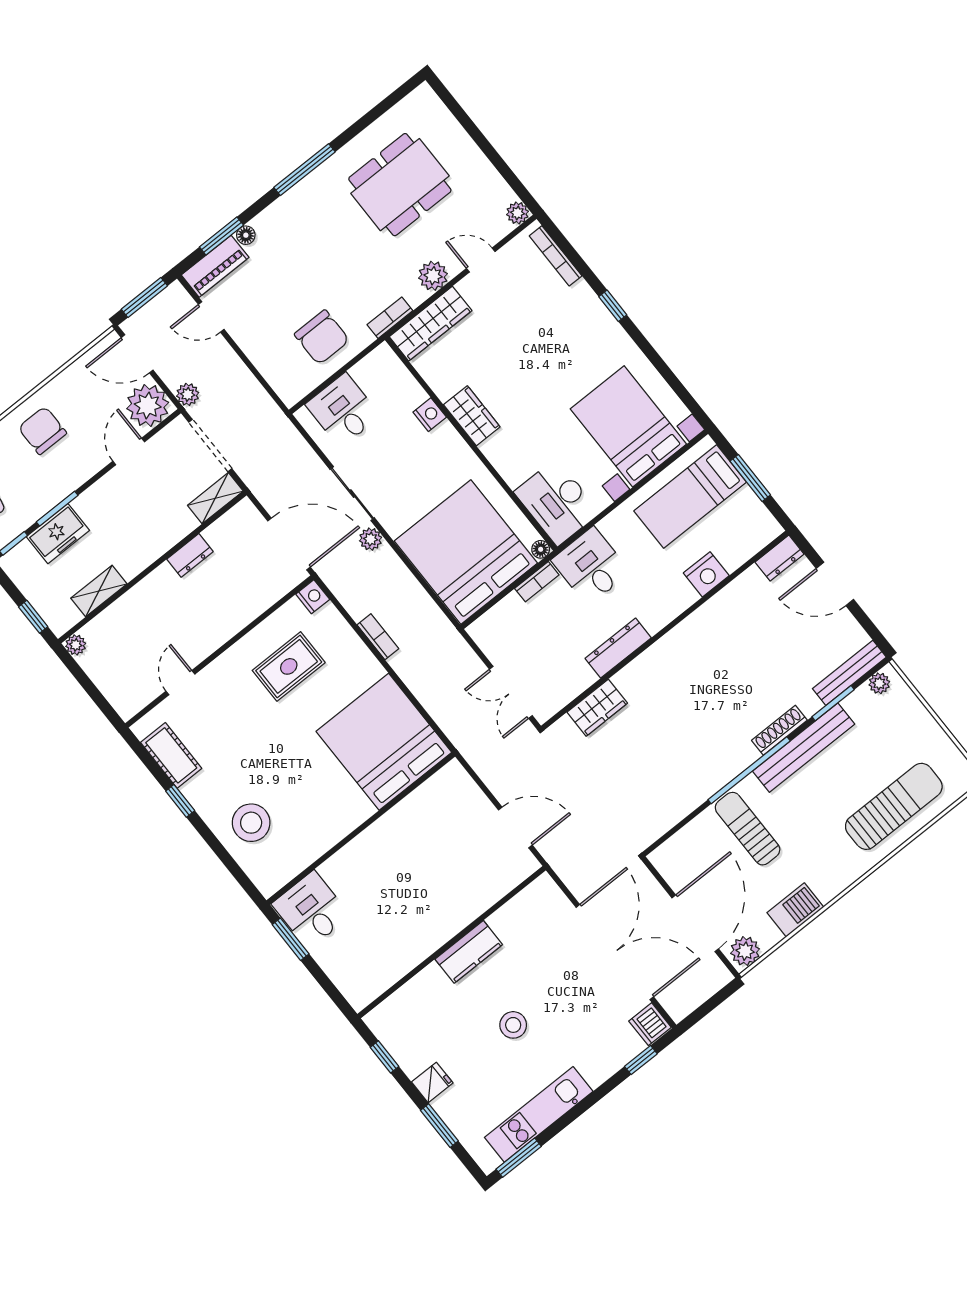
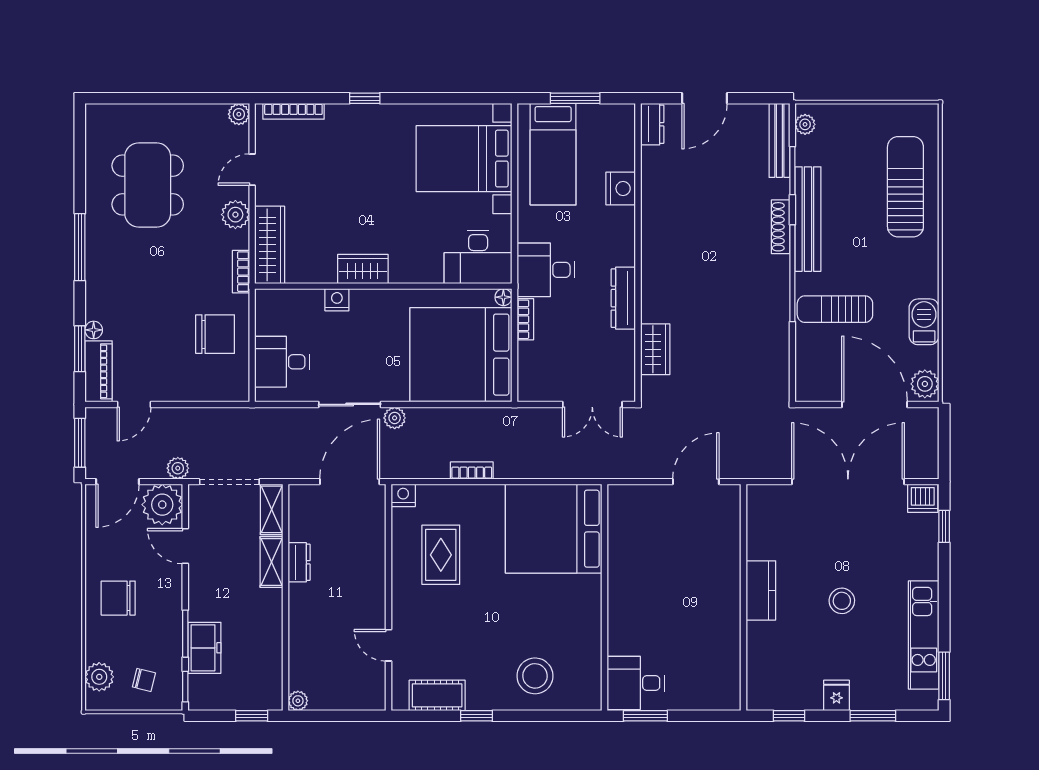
shelving: (99, 591) -> (272, 562), moved

